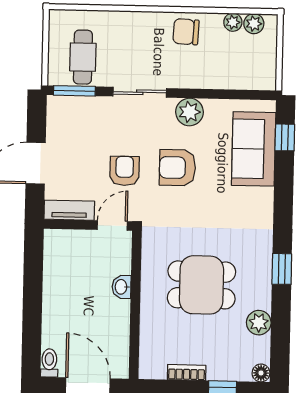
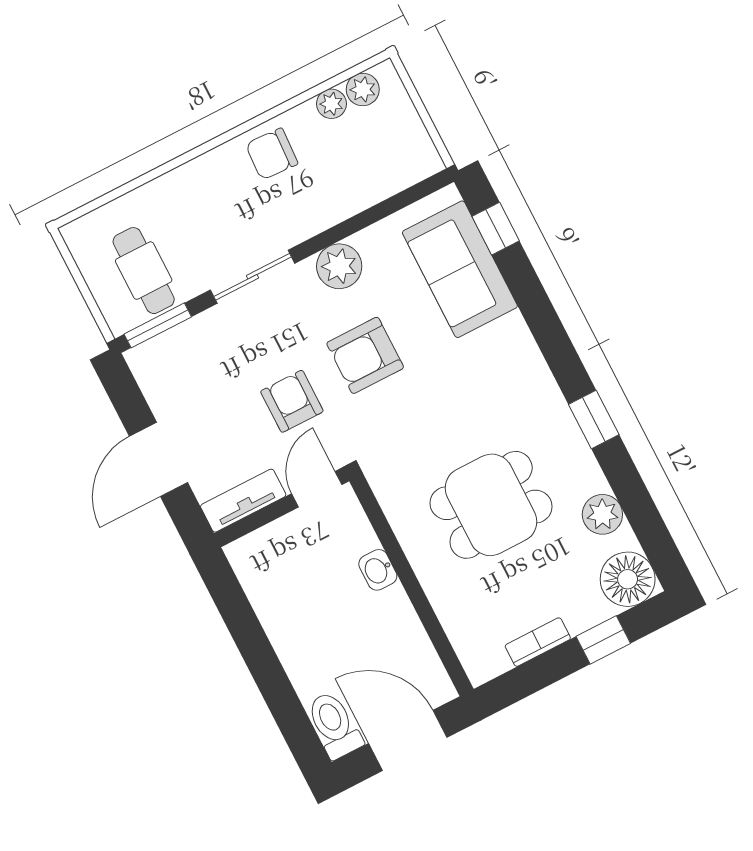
toilet: (49, 363) -> (334, 725), width x1.37, depth x1.39
floor lamp: (261, 373) -> (628, 579), width x1.89, depth x1.89

